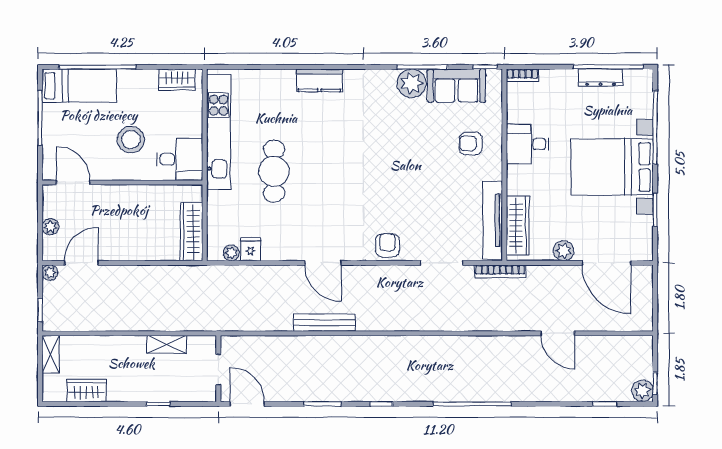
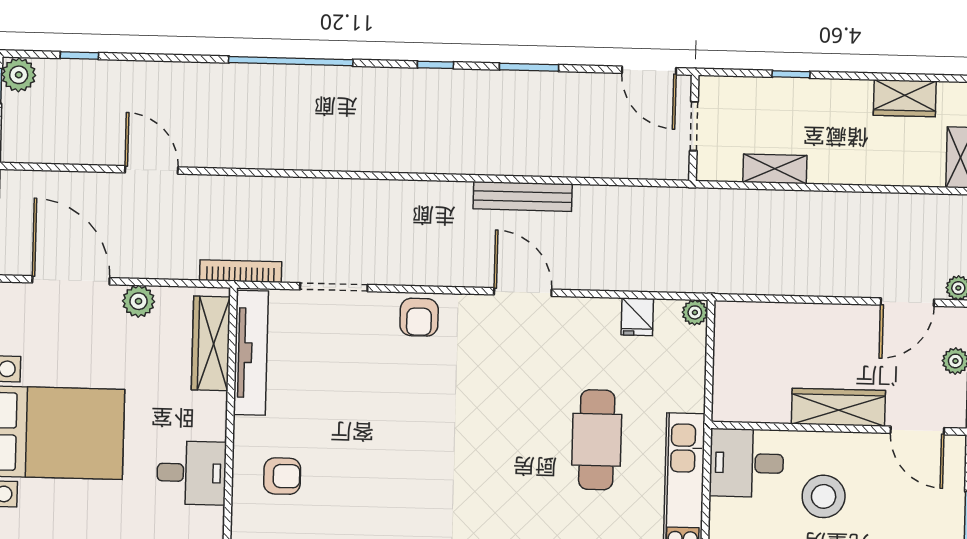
wardrobe: (191, 232) -> (838, 407), moved, turned -90
plant: (231, 253) -> (695, 312), moved

